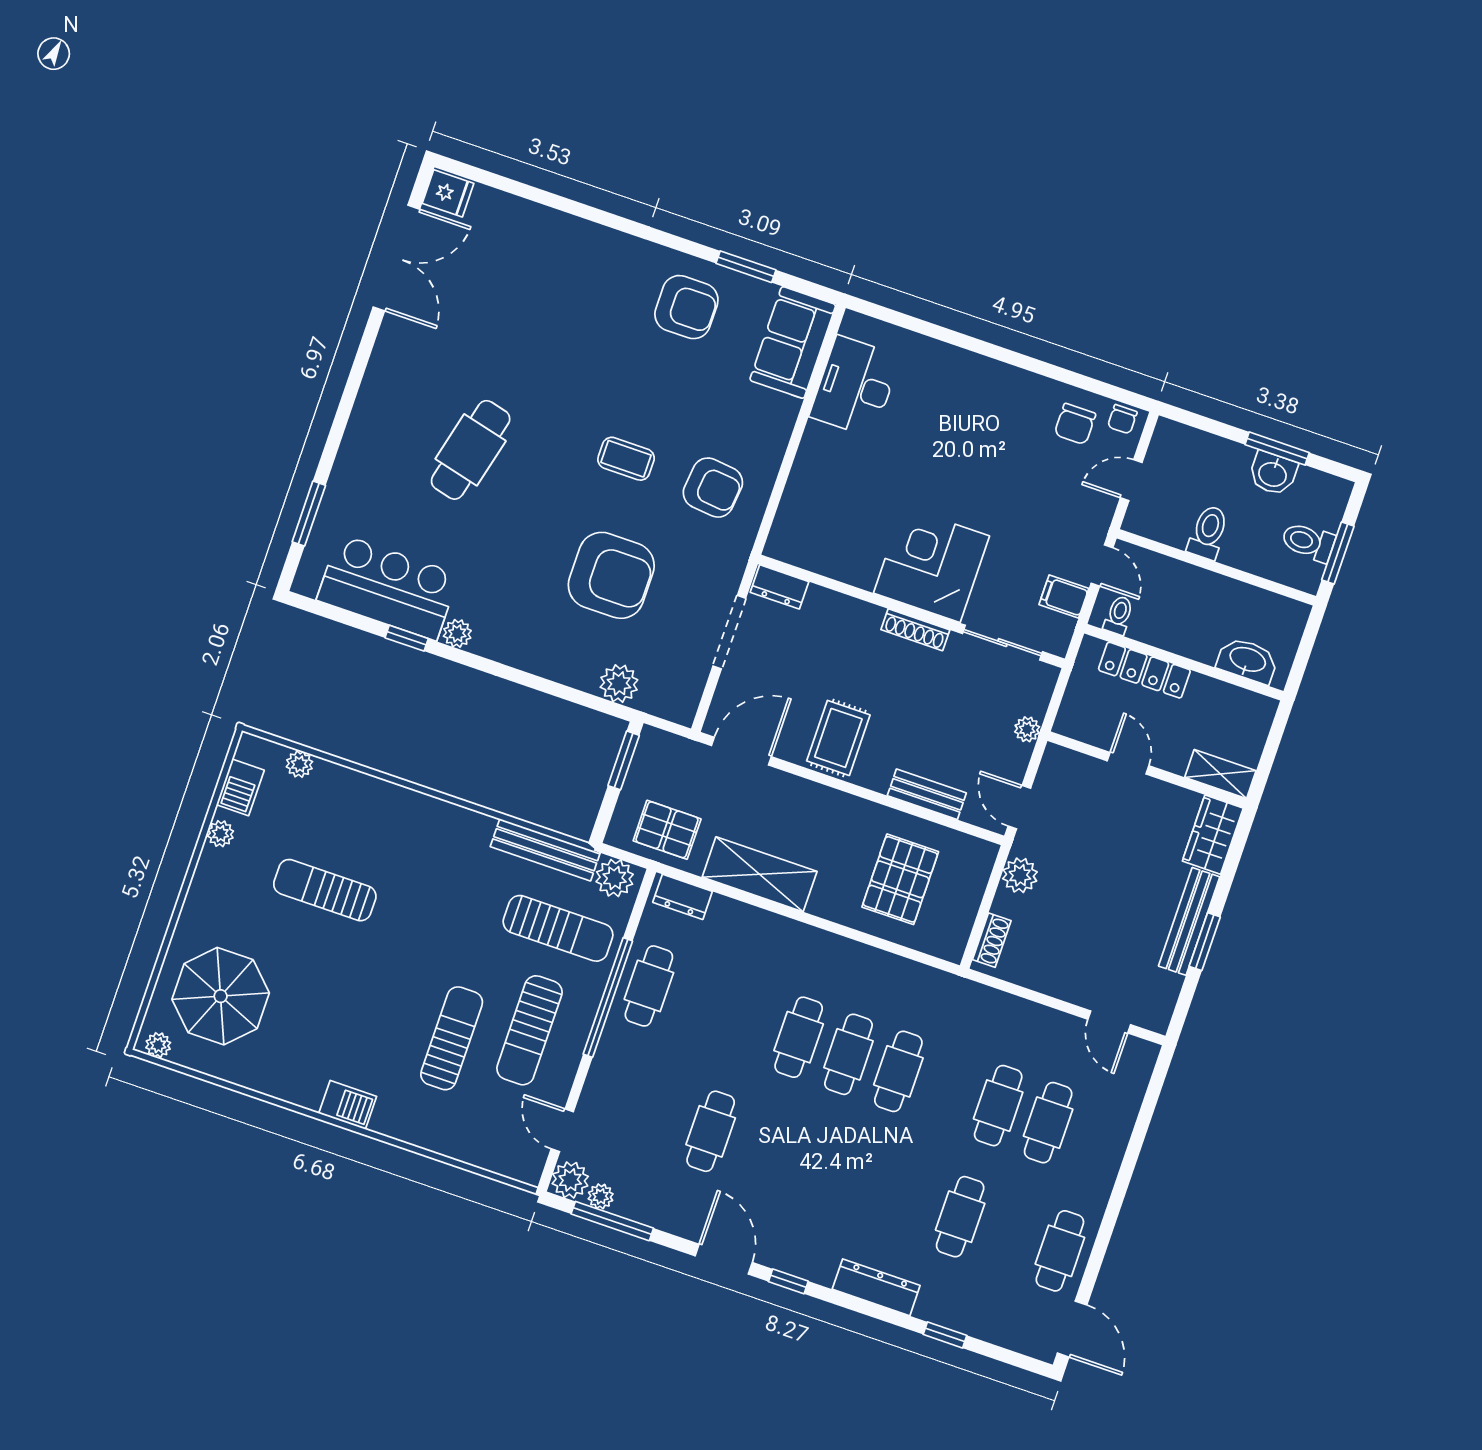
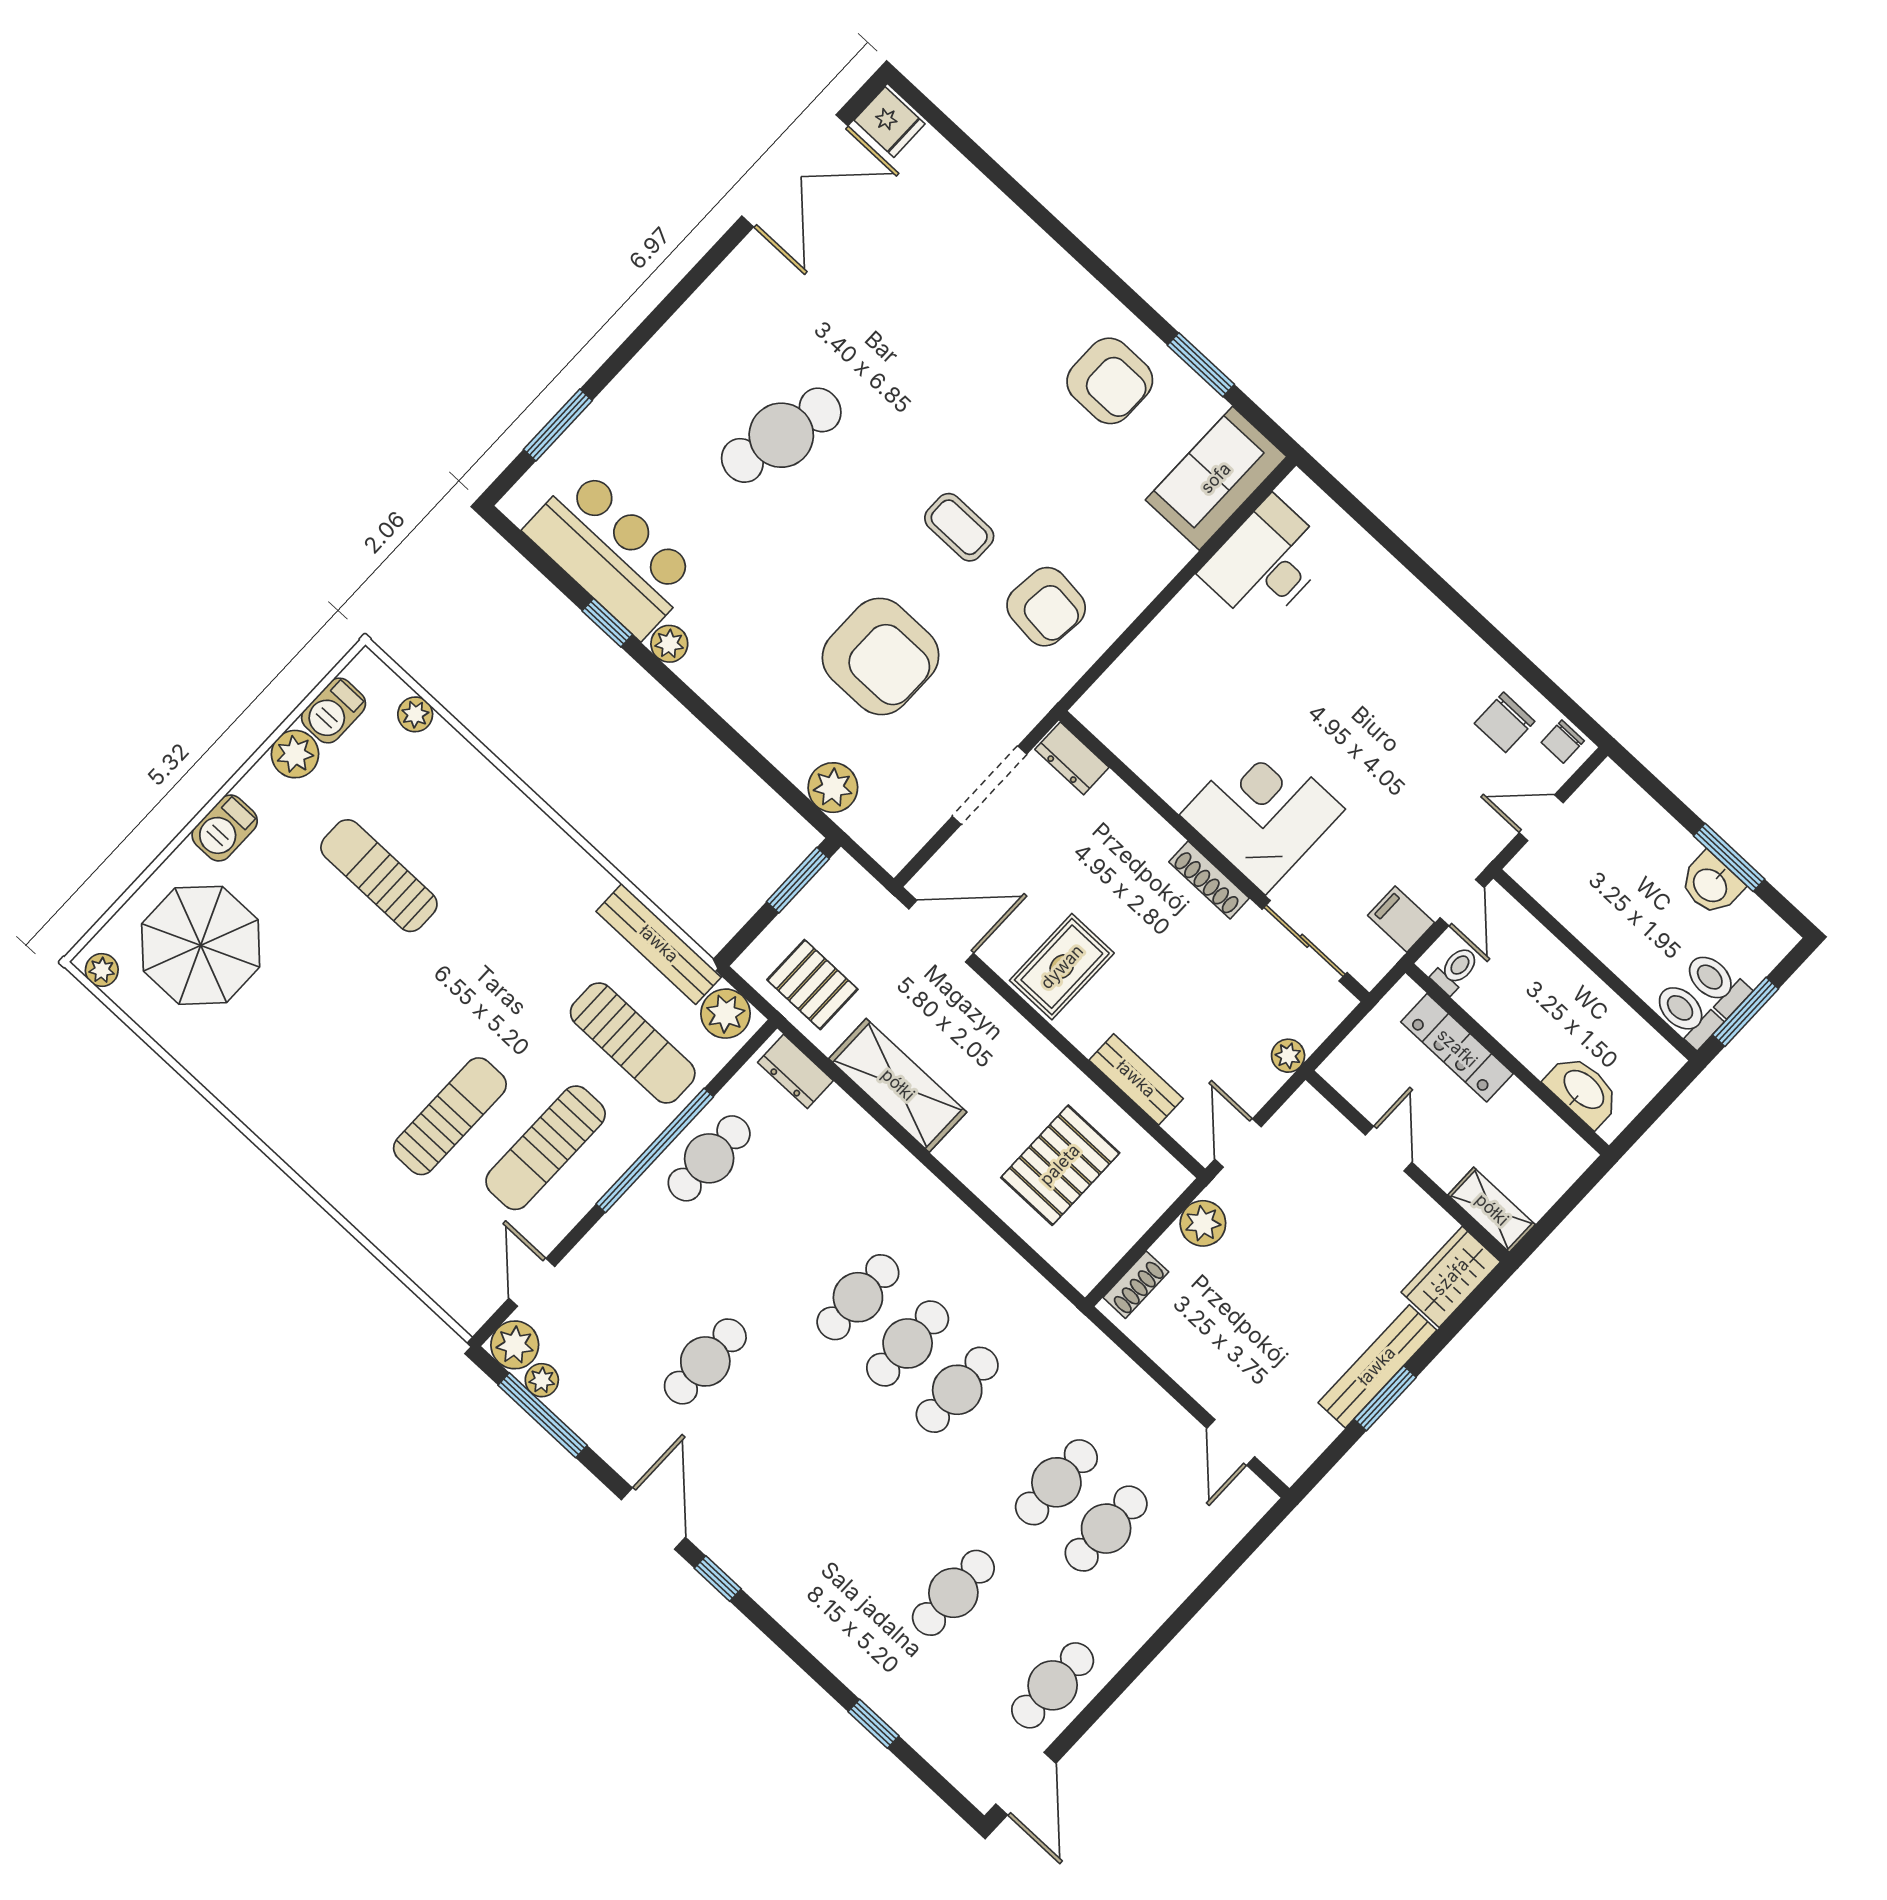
toilet: (1208, 532) -> (1687, 1014), moved, turned -90
plant: (220, 834) -> (295, 754), width x1.38, depth x1.38
barbecue: (348, 1105) -> (225, 828), moved, turned 90
dresser: (876, 1287) -> (818, 1632), removed

